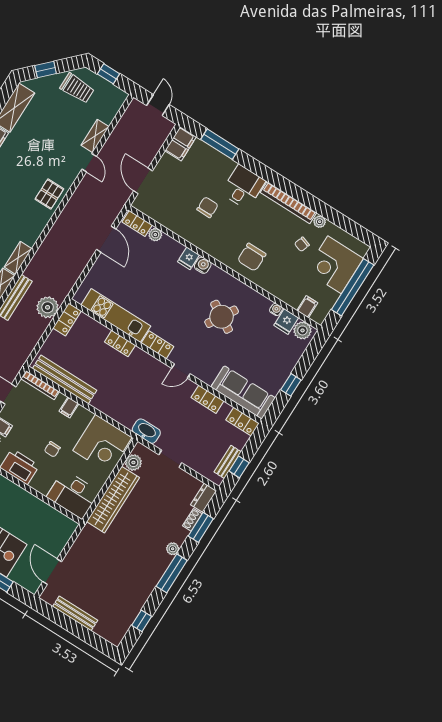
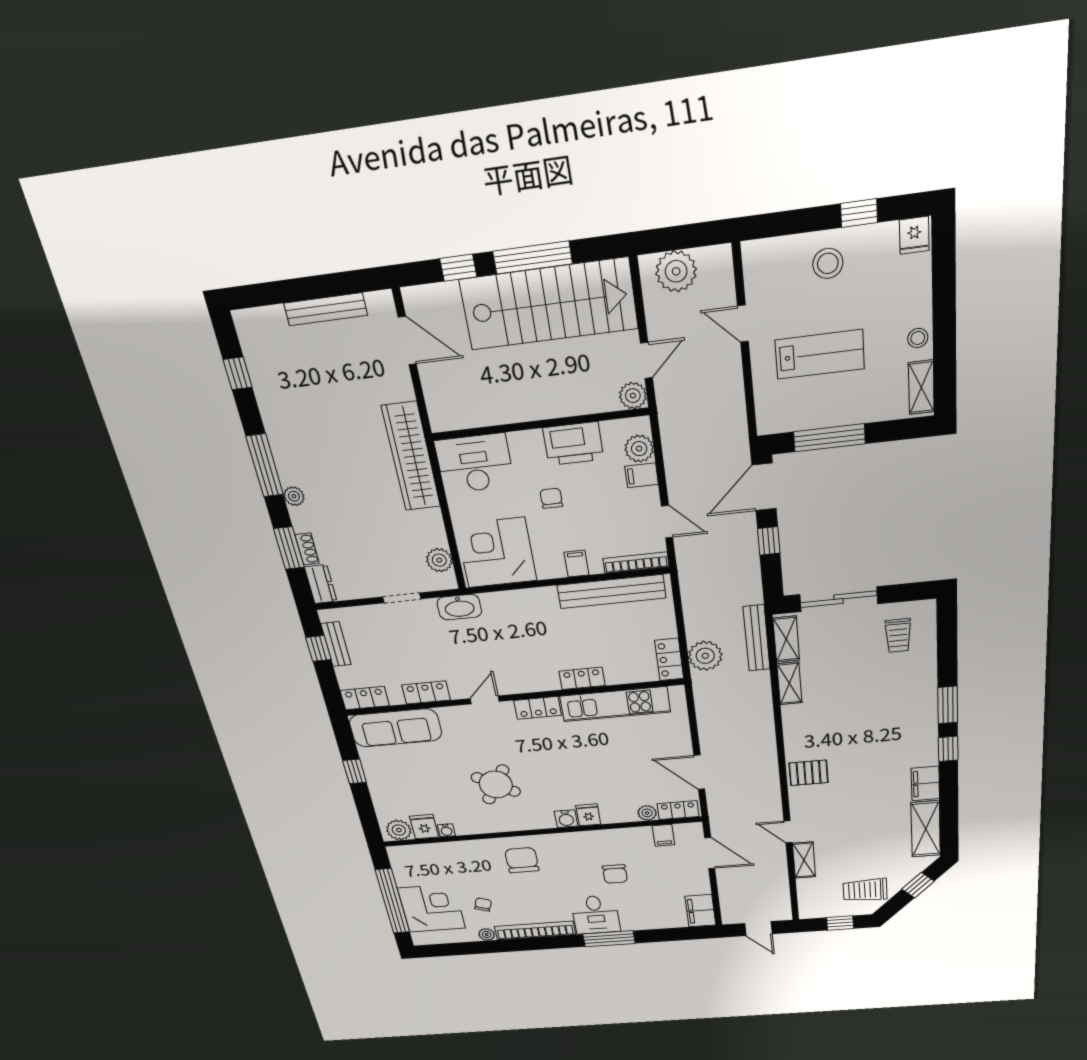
window: (220, 144) -> (609, 939), moved
pallet: (49, 194) -> (809, 773), turned 90
filing cabinet: (307, 307) -> (663, 835), moved
wardrobe: (113, 500) -> (411, 457), moved

